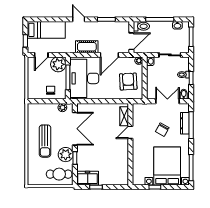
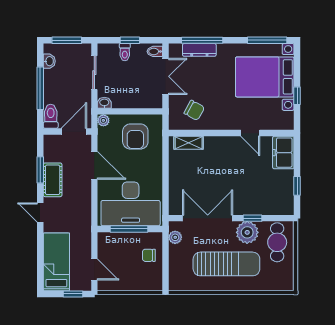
door: (79, 19) -> (40, 212), hinge flipped
door: (131, 41) -> (74, 132), hinge flipped
cot: (87, 47) -> (53, 180), moved
plant: (58, 64) -> (109, 244), removed
armchair: (128, 82) -> (135, 136), turned -87
double door: (167, 101) -> (166, 76), swing flipped
chair: (162, 130) -> (194, 110), moved
door: (130, 132) -> (250, 133), moved
sun lounger: (45, 141) -> (226, 264), width x1.36, depth x1.34
freezer: (88, 178) -> (283, 153), moved

